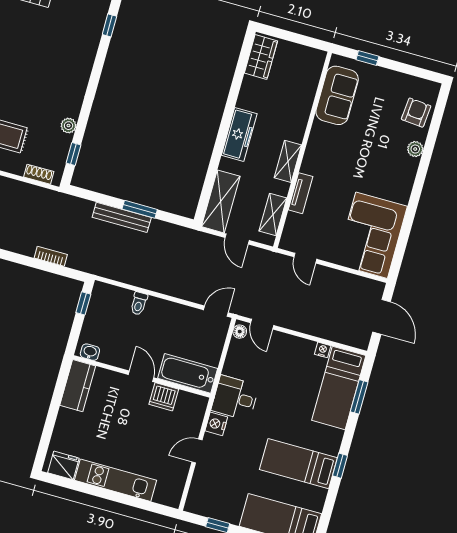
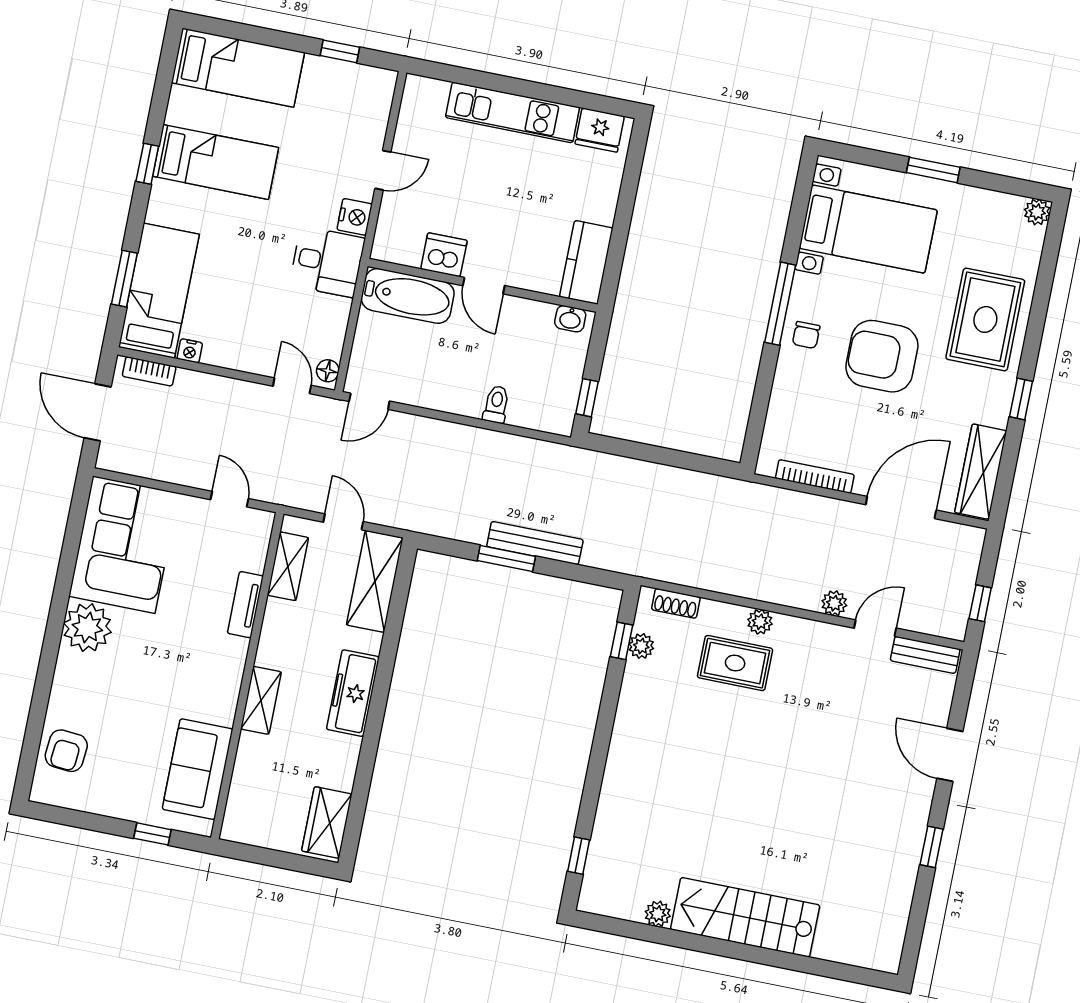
plant: (69, 126) -> (641, 646), moved
plant: (415, 149) -> (87, 628), moved, width x1.88, depth x1.88
shelving: (288, 161) -> (261, 700), moved
bookcase: (51, 256) -> (149, 371), moved

